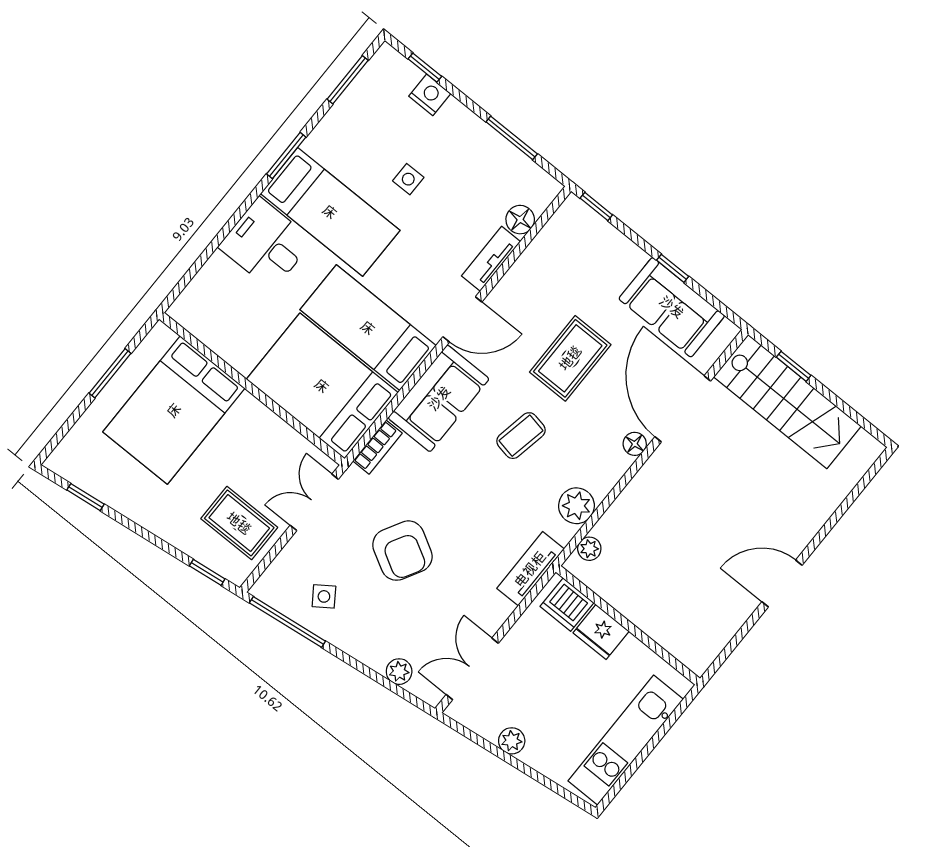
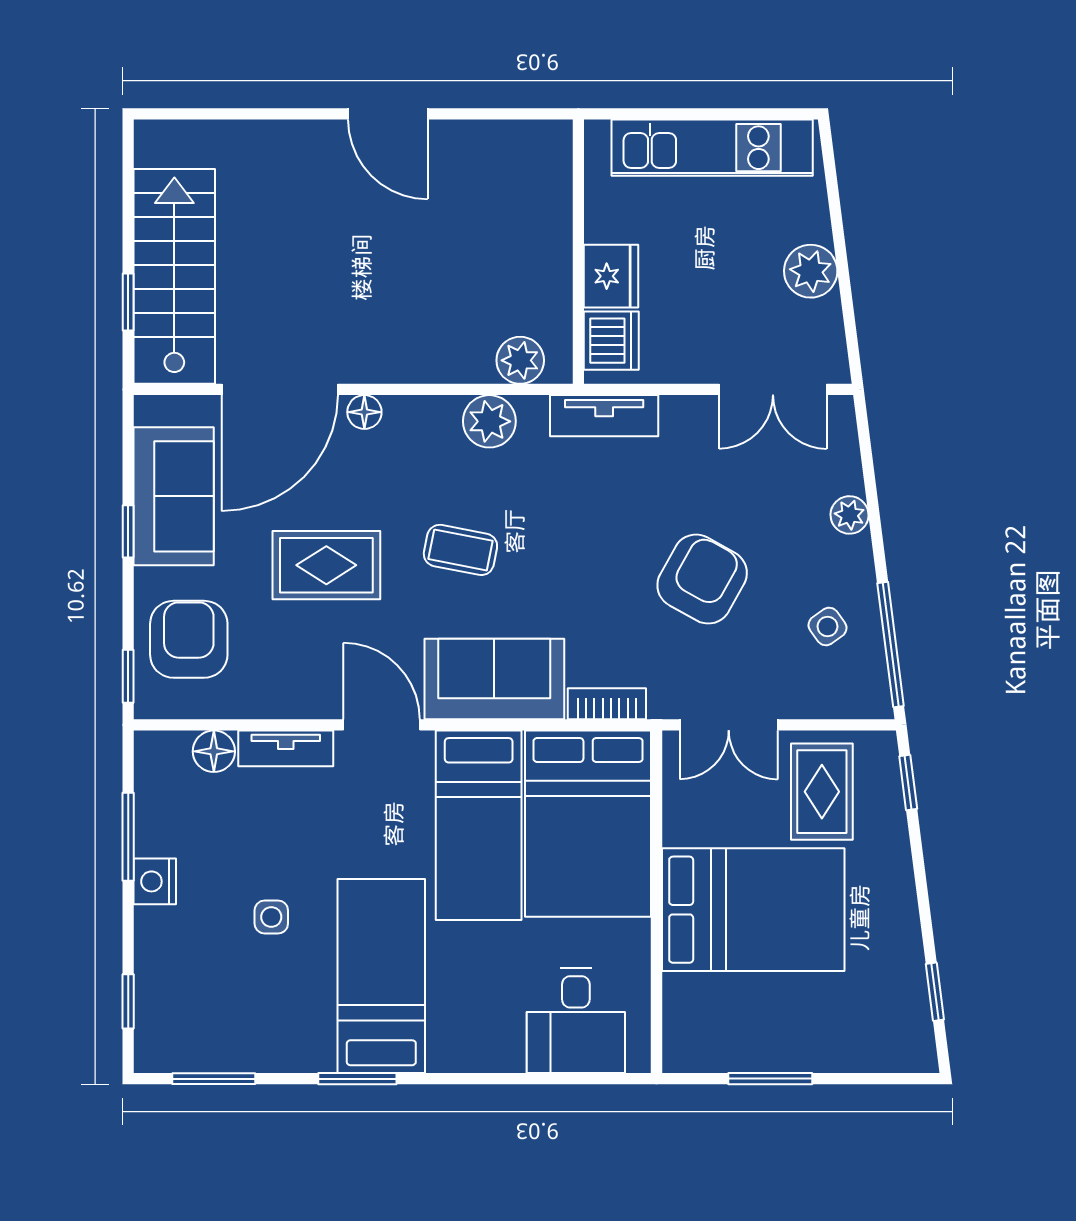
nightstand: (430, 95) -> (155, 881), moved
desk: (266, 244) -> (576, 1020), moved
armchair: (590, 254) -> (189, 639), added
bed: (174, 410) -> (753, 910), moved
plant: (589, 549) -> (520, 360), width x1.38, depth x1.38
plant: (399, 672) -> (850, 515), moved
plant: (512, 741) -> (811, 271), width x1.38, depth x1.38

